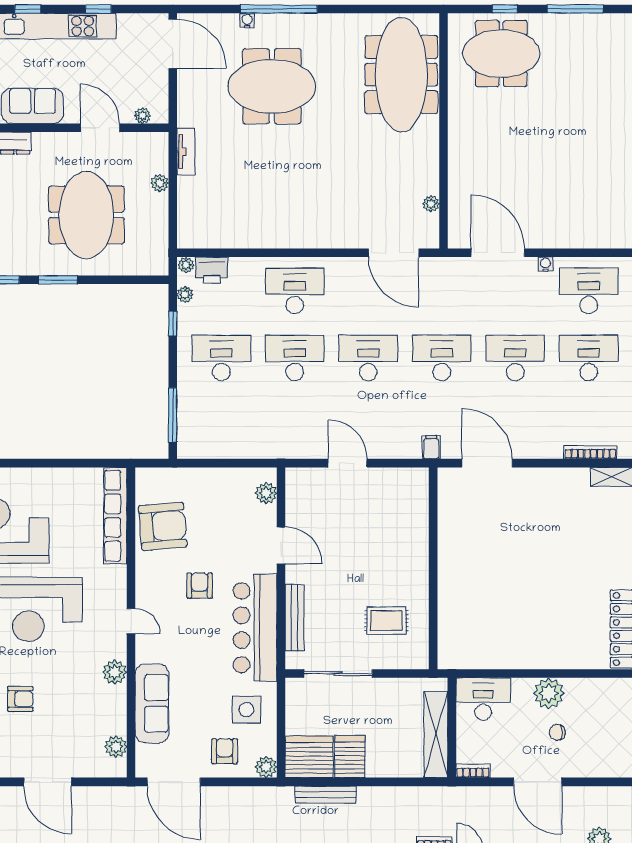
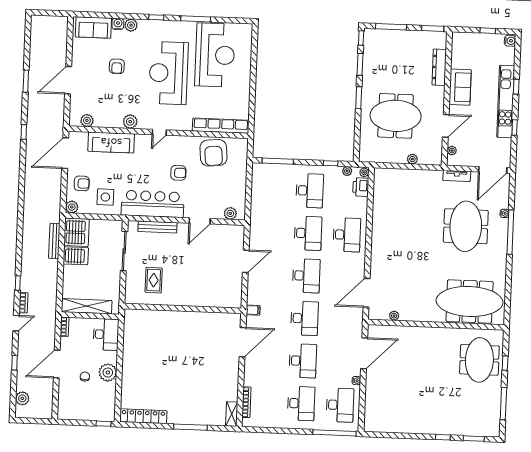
tv unit: (186, 152) -> (457, 176), moved

